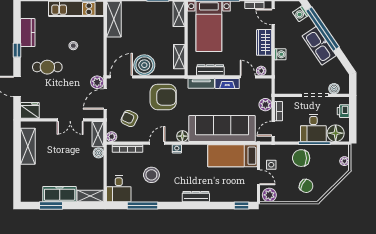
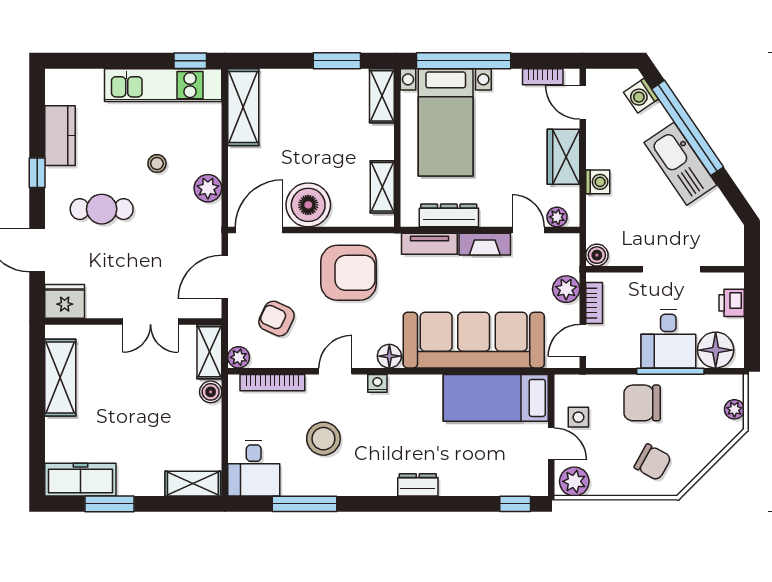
plant: (97, 82) -> (208, 188), moved
boiler: (334, 89) -> (597, 255), moved
freezer: (60, 194) -> (80, 480), moved
dresser: (196, 197) -> (418, 485), width x0.70

